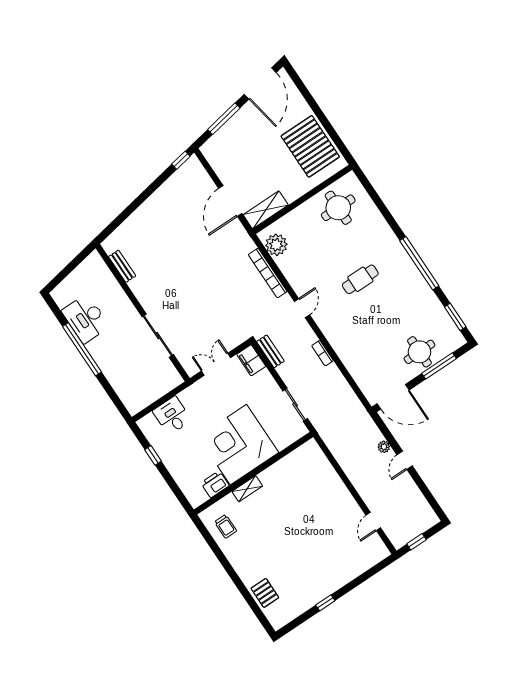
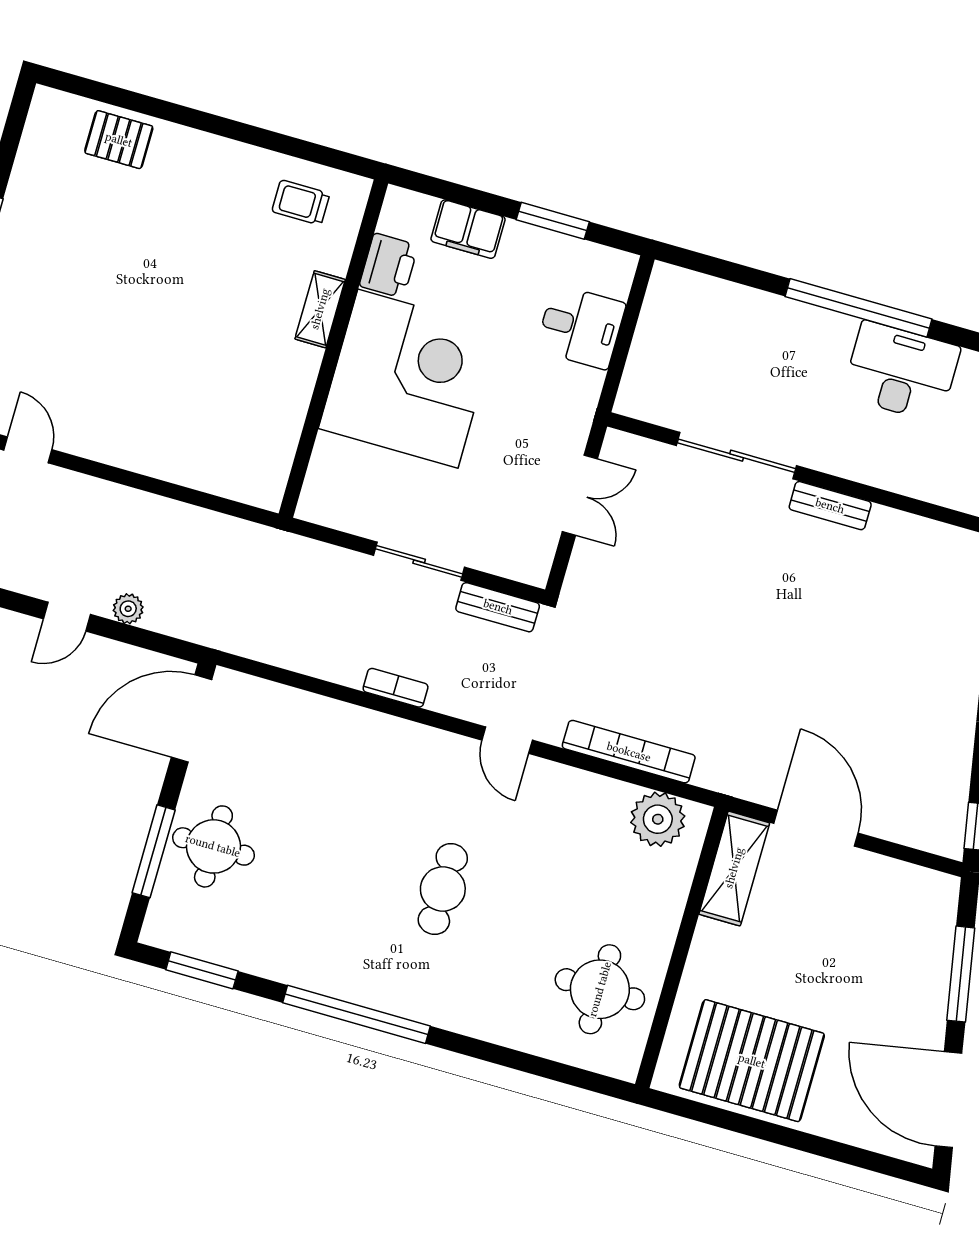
bench: (122, 266) -> (830, 506), moved
filing cabinet: (251, 360) -> (468, 229), moved, turned 180
sliding door: (295, 405) -> (419, 561), moved
window: (153, 455) -> (553, 221), width x1.50
door: (405, 460) -> (67, 617), swing flipped

